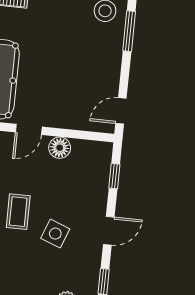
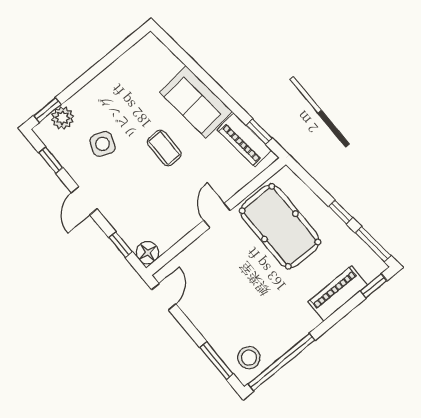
floor lamp: (60, 148) -> (147, 253), moved
side table: (55, 234) -> (102, 144), moved

